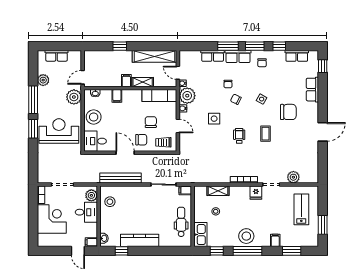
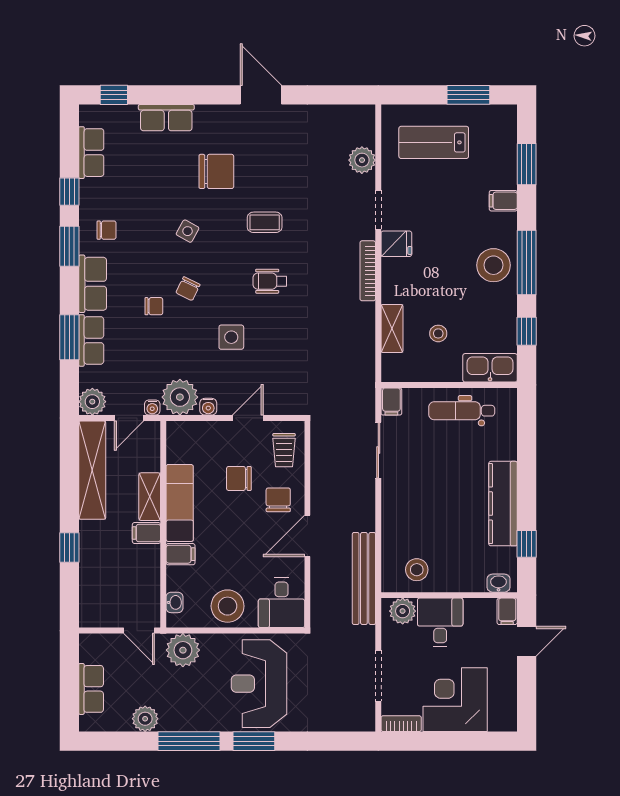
window: (228, 46) -> (69, 337), moved
plant: (185, 56) -> (92, 402), added
exam couch: (159, 96) -> (180, 503), moved
chair: (288, 112) -> (216, 171), turned 90
bench: (120, 178) -> (364, 578), moved

